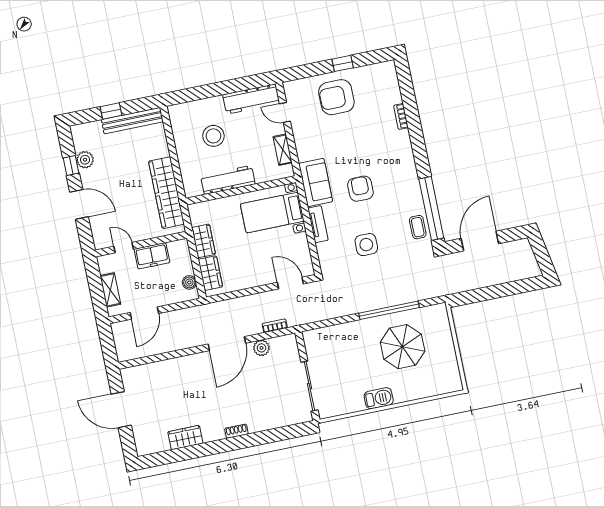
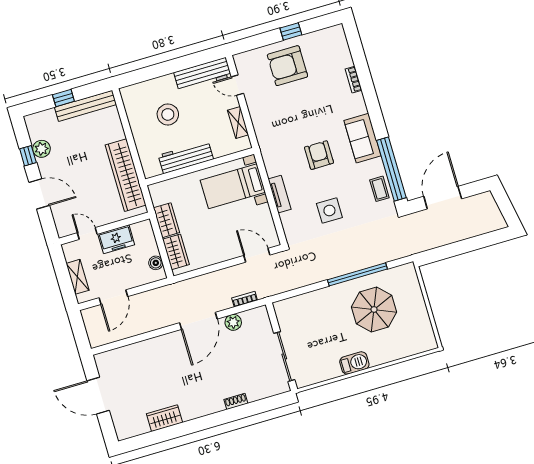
sofa: (316, 182) -> (362, 138), moved, turned 180
shoe rack: (236, 431) -> (236, 401), moved

